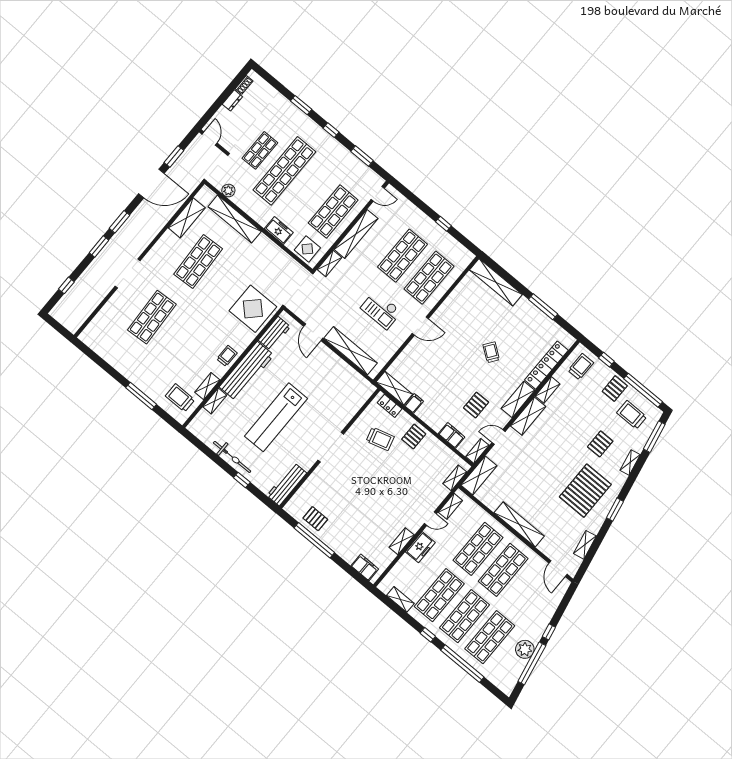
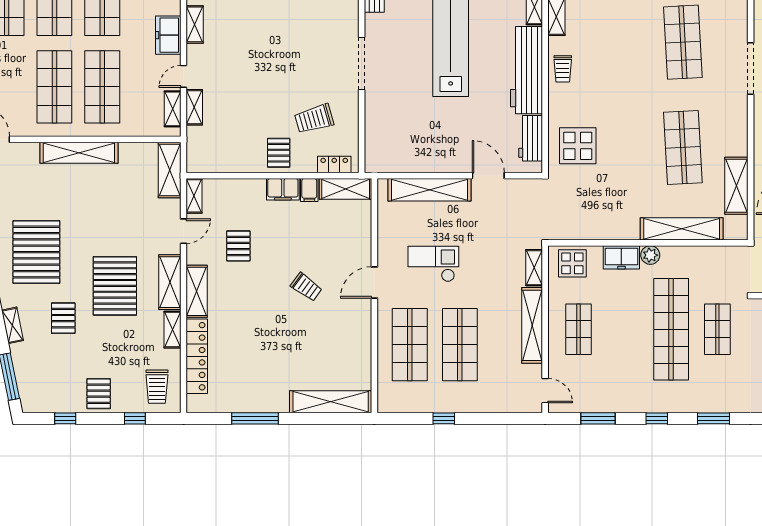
plant: (228, 191) -> (650, 255), moved
door: (378, 194) -> (545, 391), swing flipped
shop shelf: (333, 211) -> (579, 329), width x0.70, depth x0.74
display table: (253, 309) -> (578, 146), width x0.73, depth x0.73
trolley: (491, 352) -> (306, 287), moved
window: (643, 390) -> (65, 418), width x0.32
trolley: (632, 415) -> (55, 380), removed
filing cabinet: (452, 435) -> (283, 189), moved
pallet: (559, 438) -> (115, 286), added
shelving: (455, 478) -> (194, 107), moved

